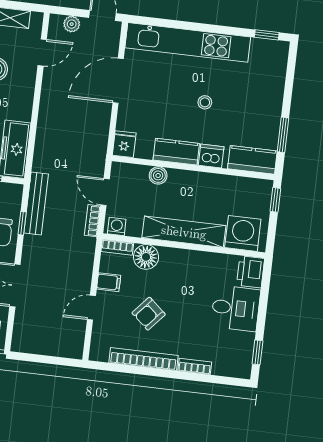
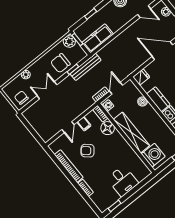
printer: (251, 272) -> (142, 173), removed
door: (91, 308) -> (68, 127), swing flipped

